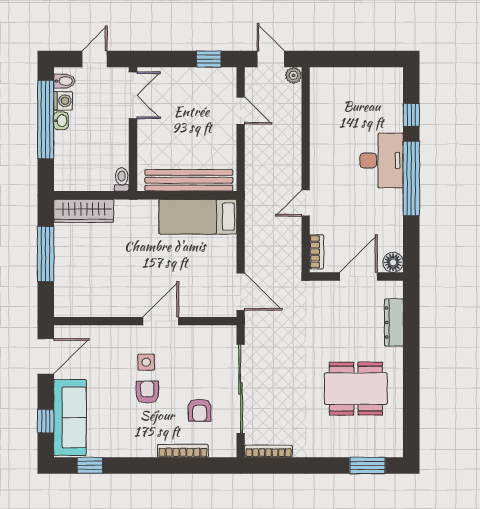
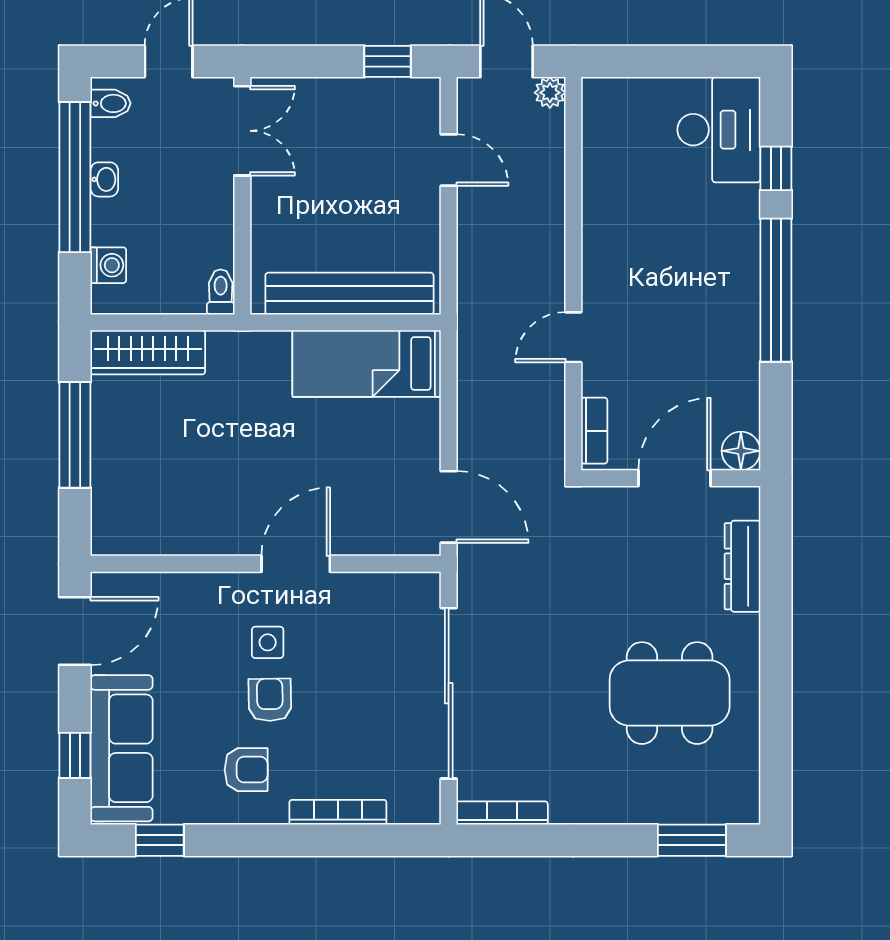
washing machine: (63, 101) -> (108, 265), moved
desk: (382, 160) -> (719, 130), moved
armchair: (200, 410) -> (246, 770), moved, turned -90

